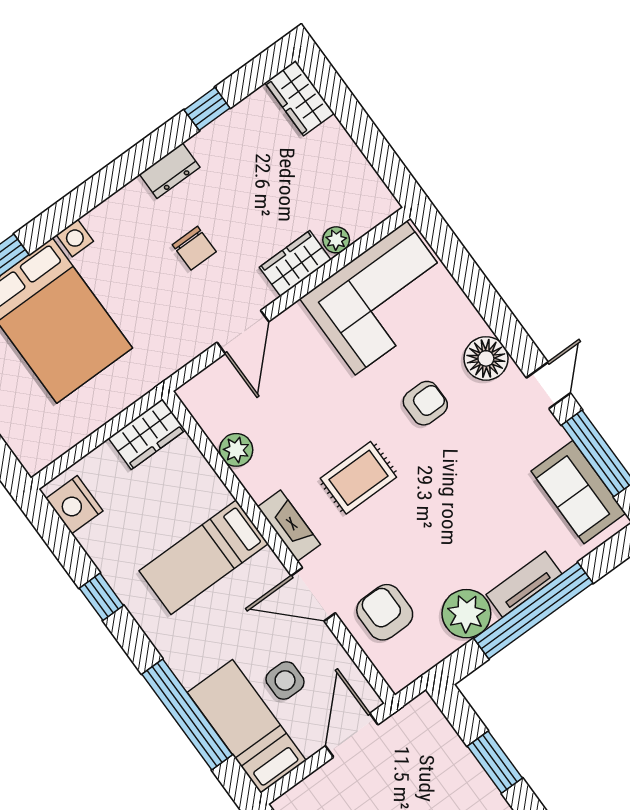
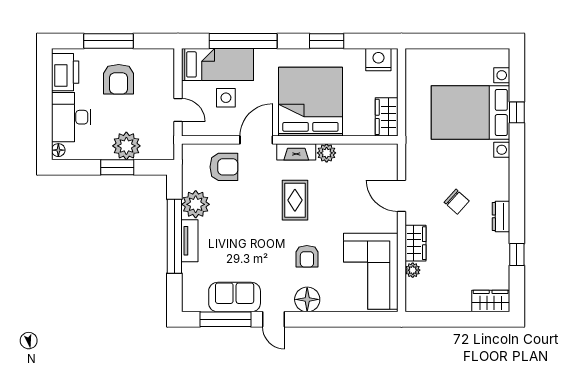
chair: (194, 248) -> (457, 202), turned -138
plant: (236, 450) -> (327, 153), moved
sofa: (578, 492) -> (235, 297), moved
bed: (204, 557) -> (310, 102), width x2.04
window: (101, 597) -> (327, 41), width x1.50
door: (352, 735) -> (178, 110), width x0.73
plant: (455, 771) -> (126, 146), added

